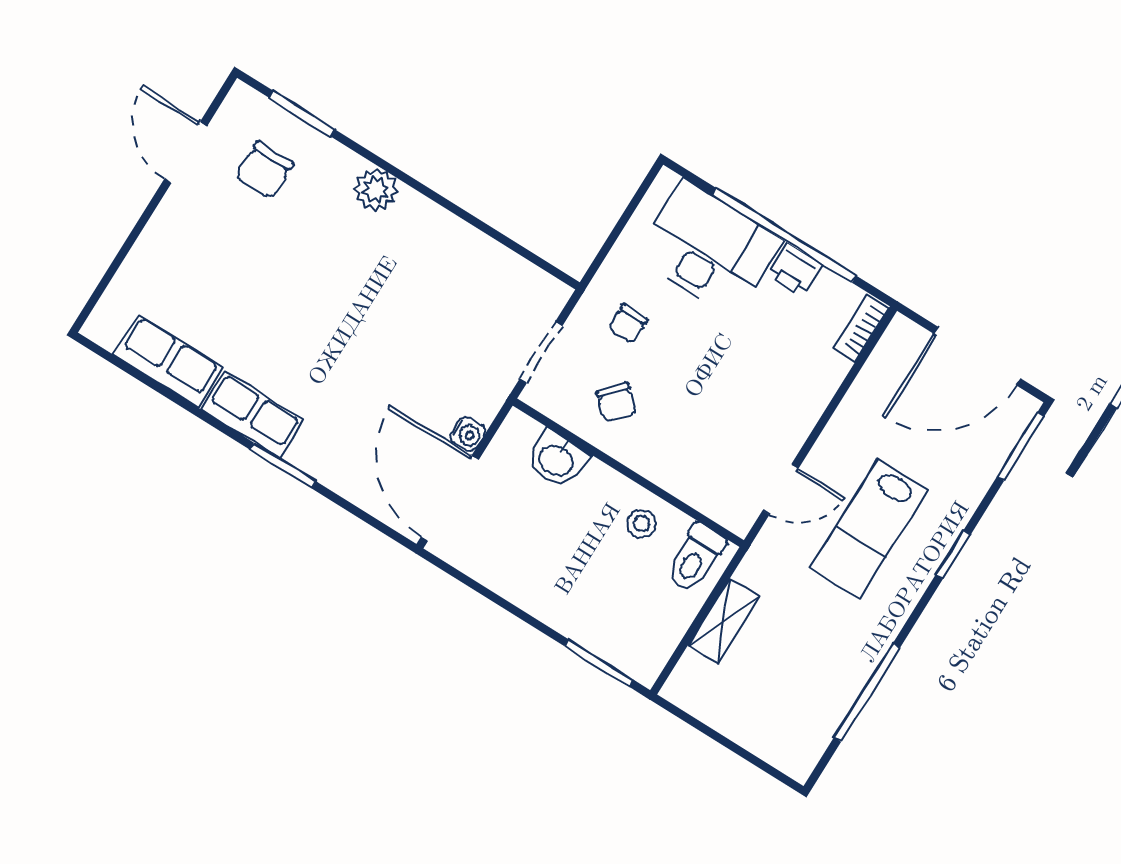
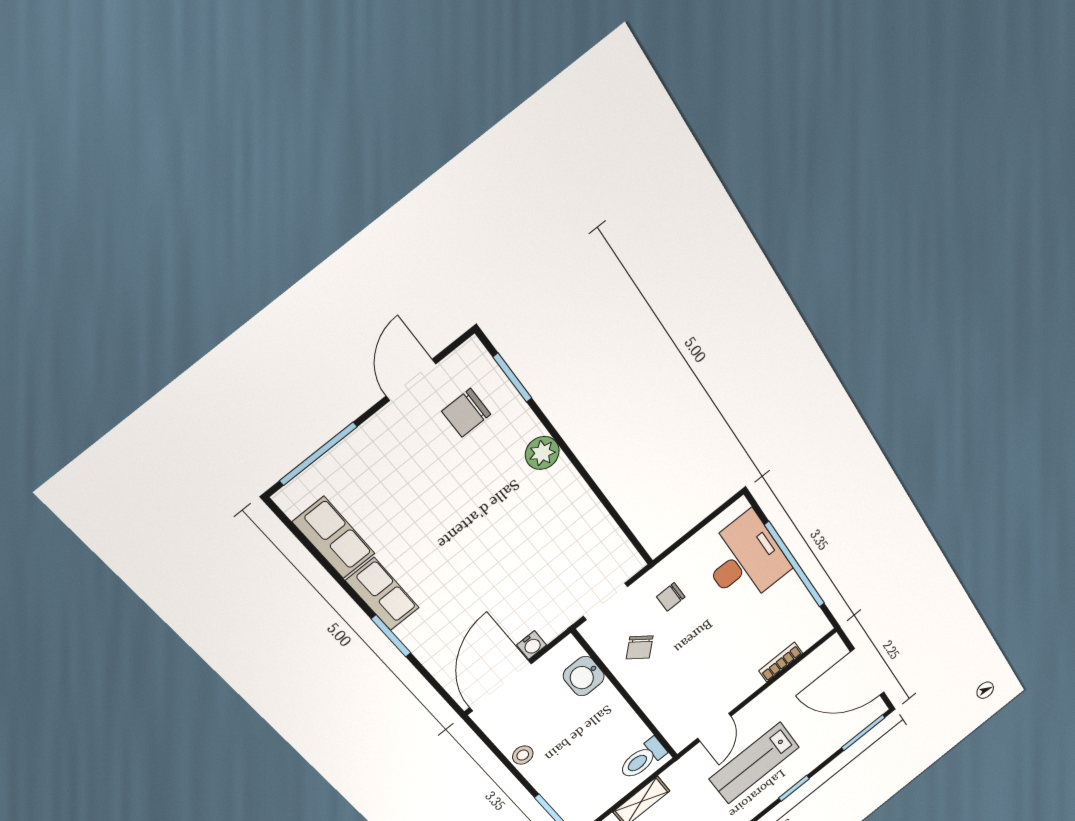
window: (114, 267) -> (318, 454), added
printer: (795, 270) -> (790, 589), removed
bookcase: (861, 328) -> (781, 662), moved
door: (780, 489) -> (714, 727), hinge flipped
stool: (641, 524) -> (523, 755), moved

